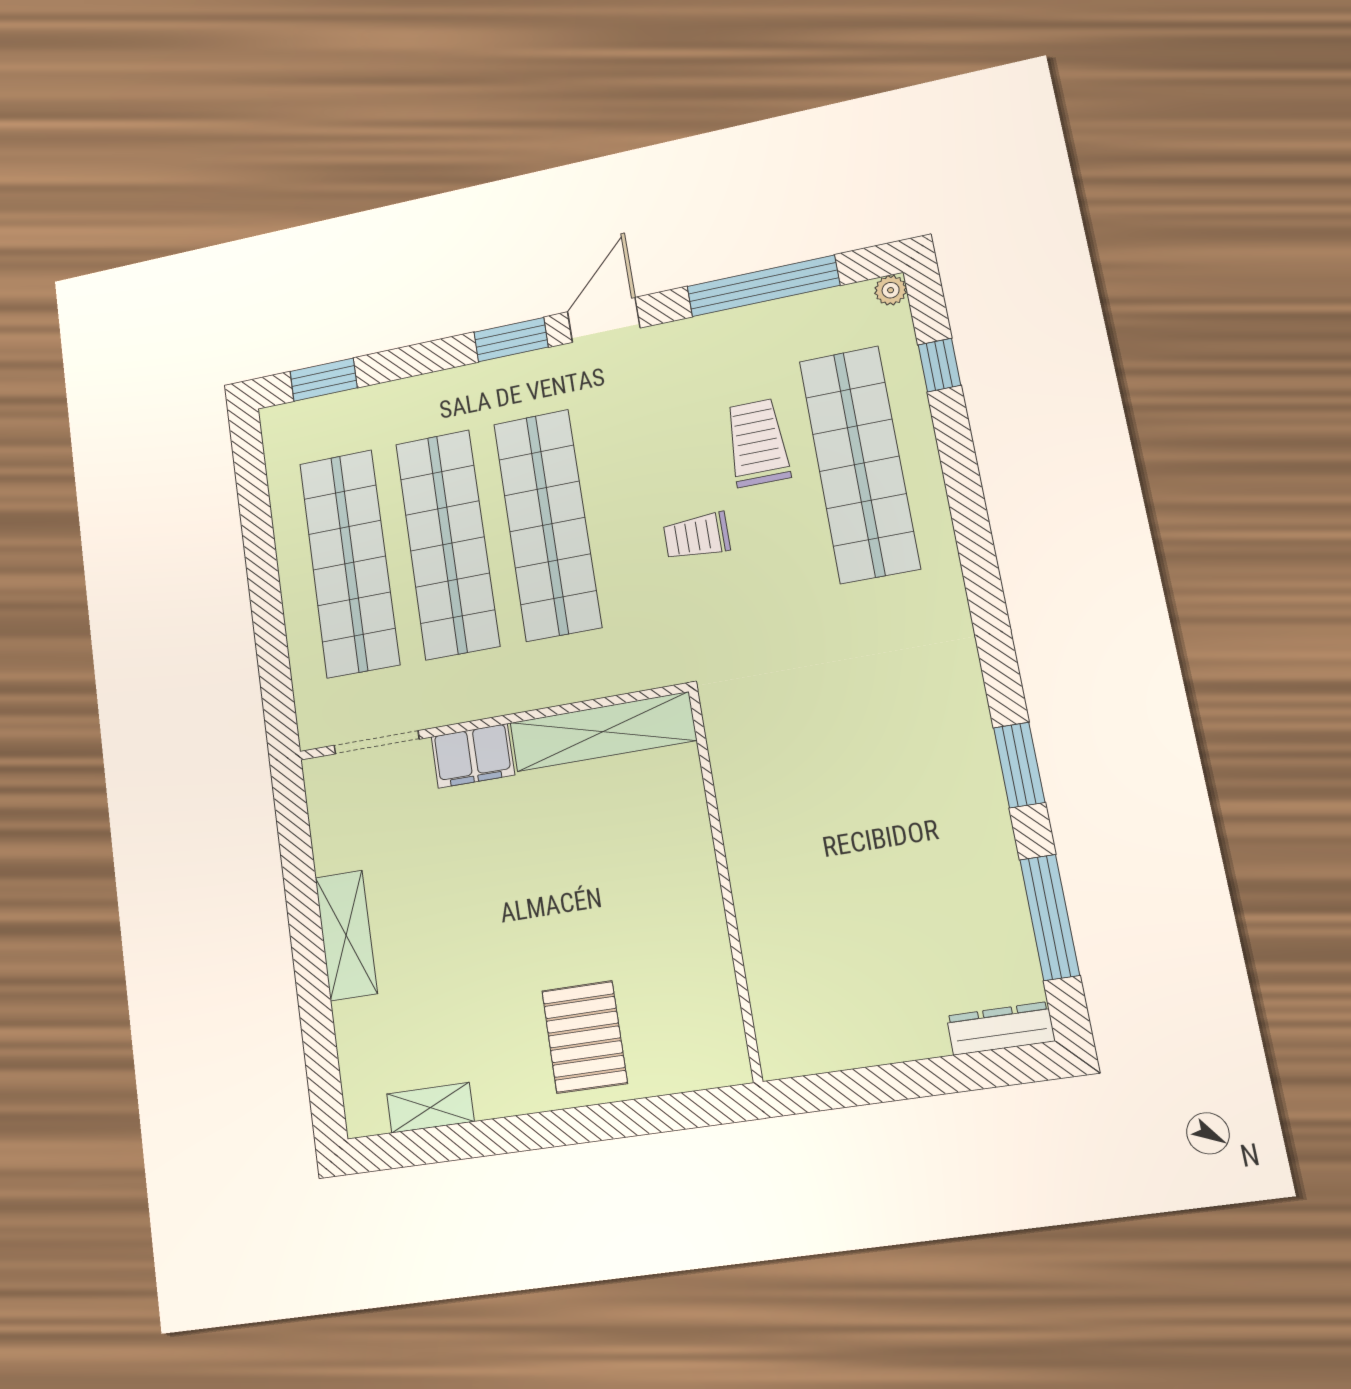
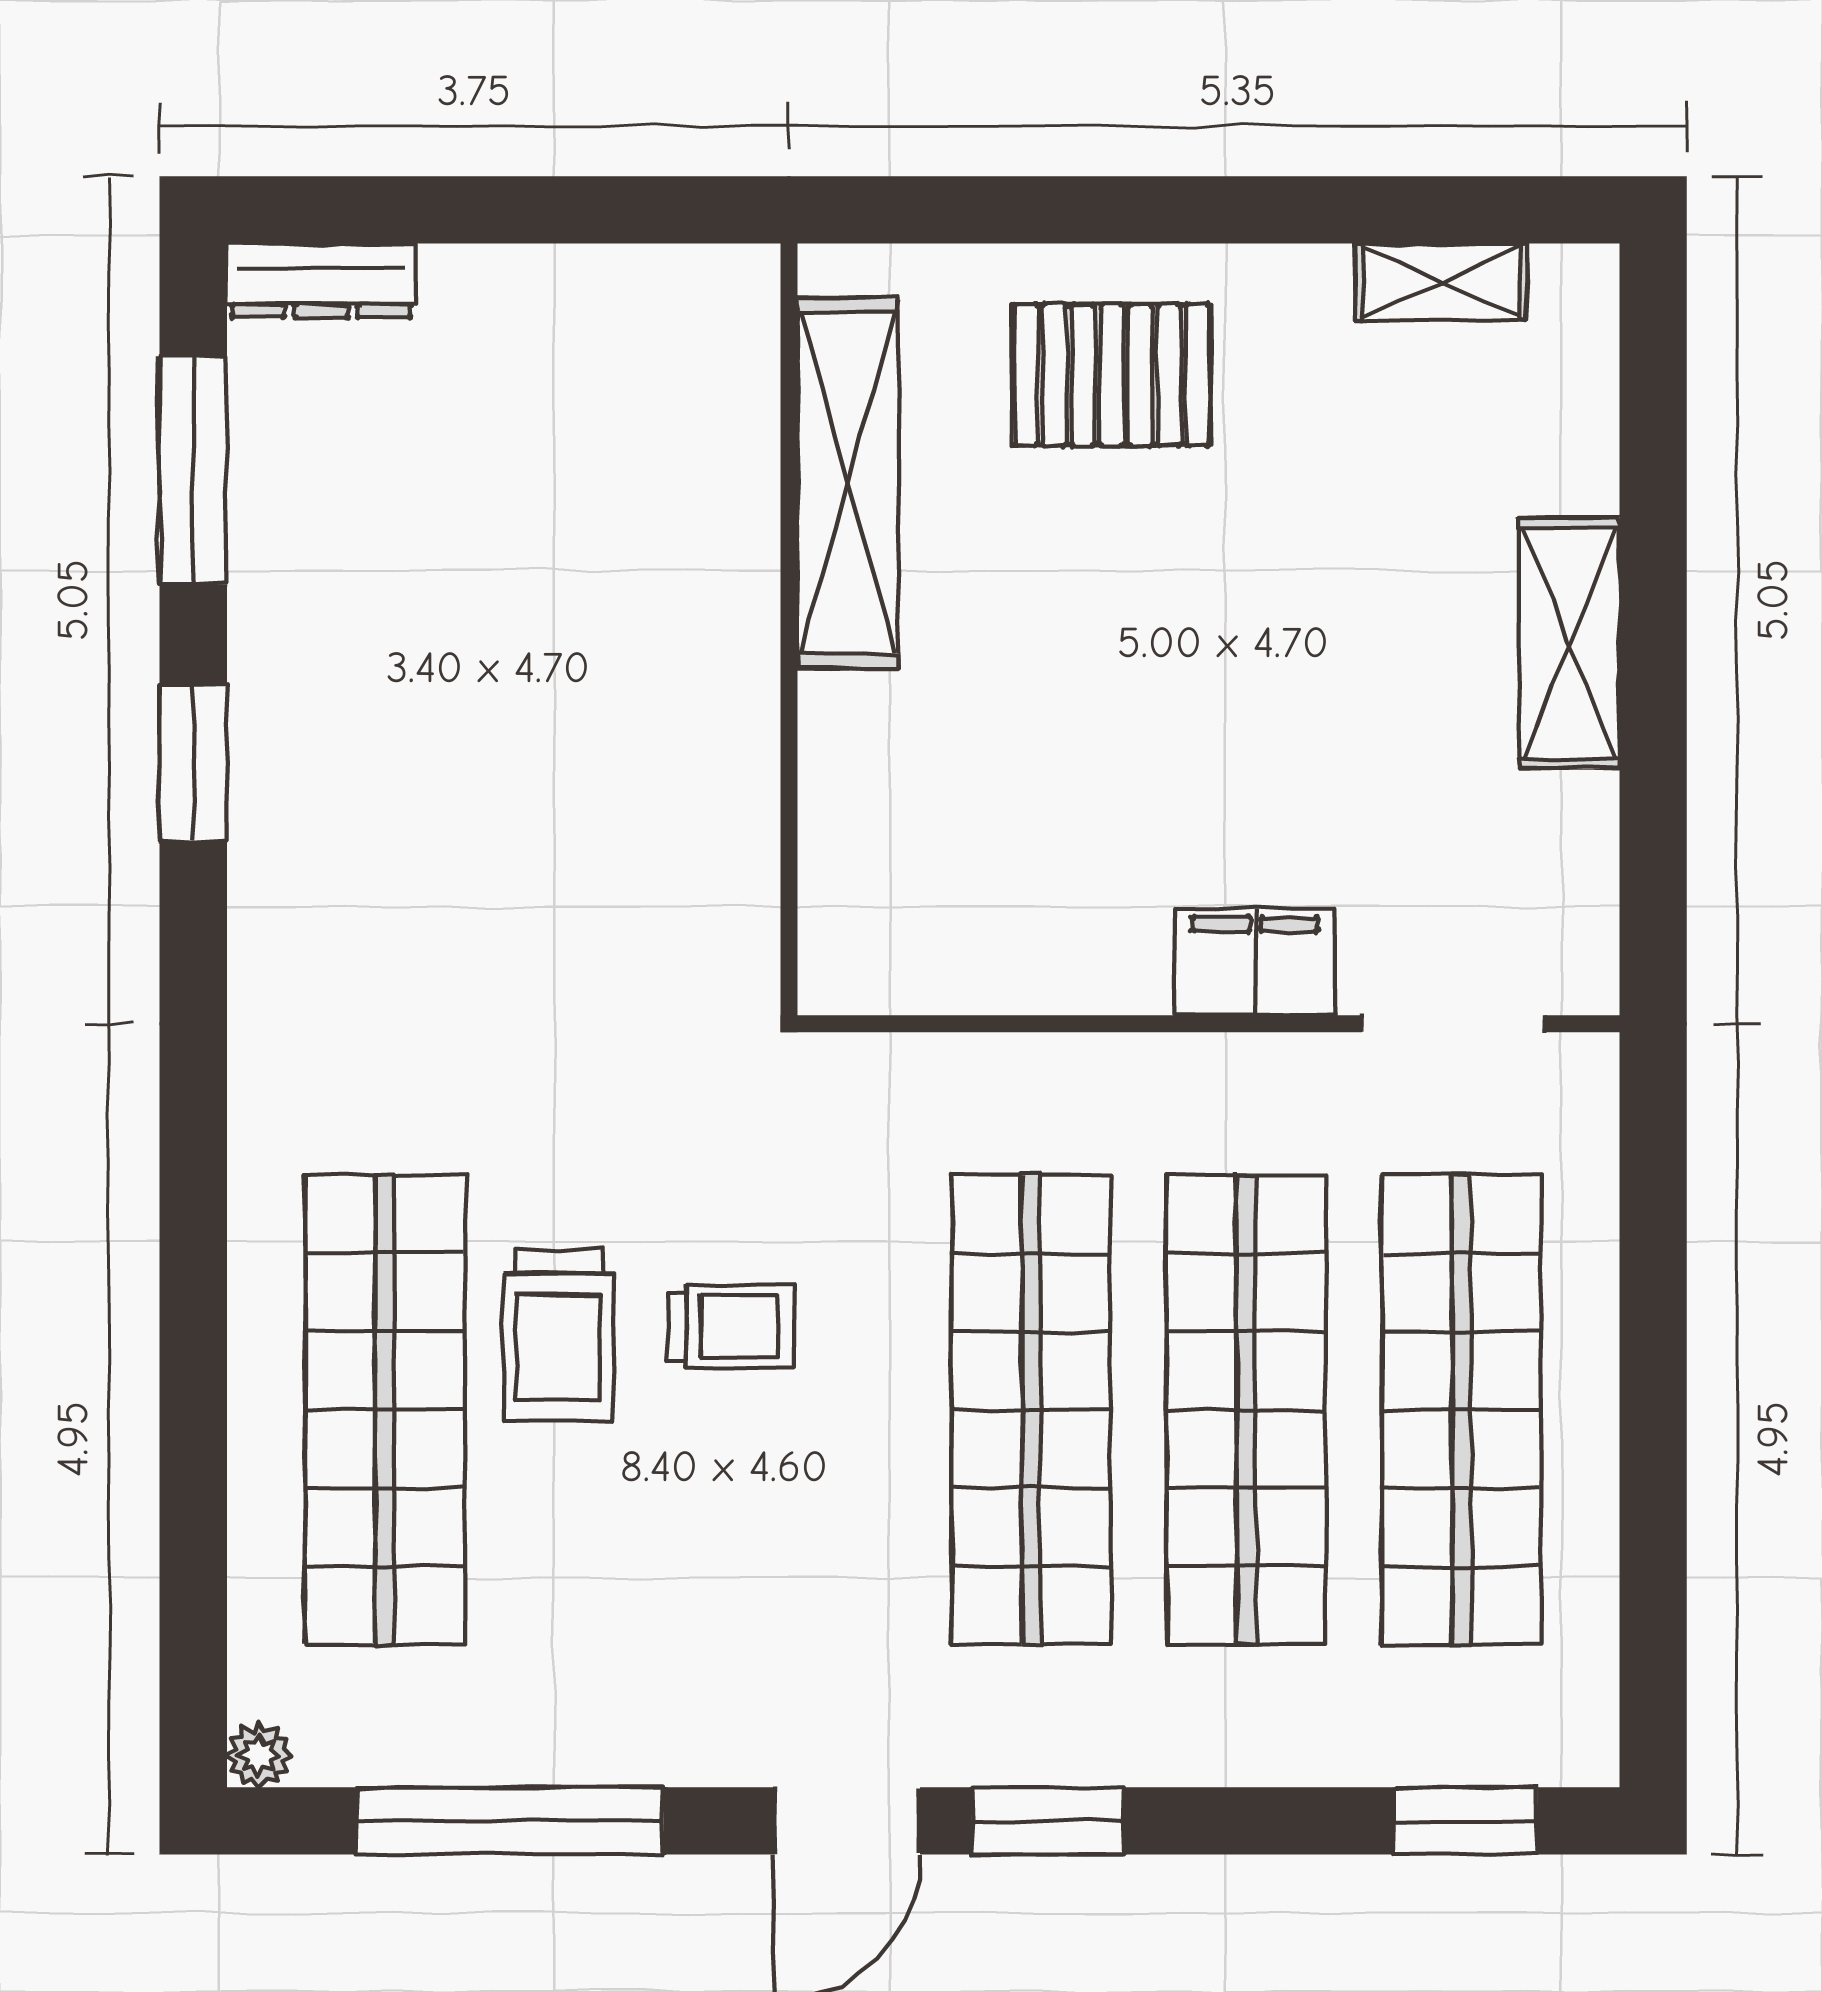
window: (939, 365) -> (193, 1579), removed
trolley: (757, 443) -> (558, 1335), moved
shelving: (603, 732) -> (848, 483), moved, turned 90
pallet: (584, 1037) -> (1112, 375), turned 90

